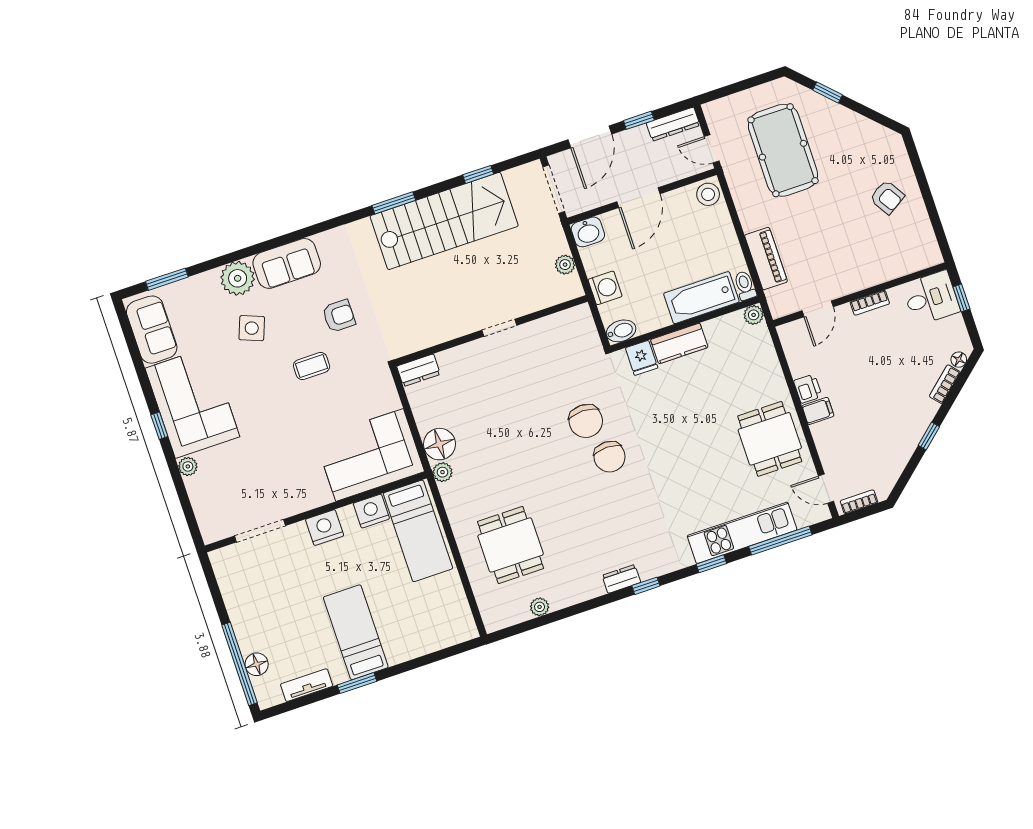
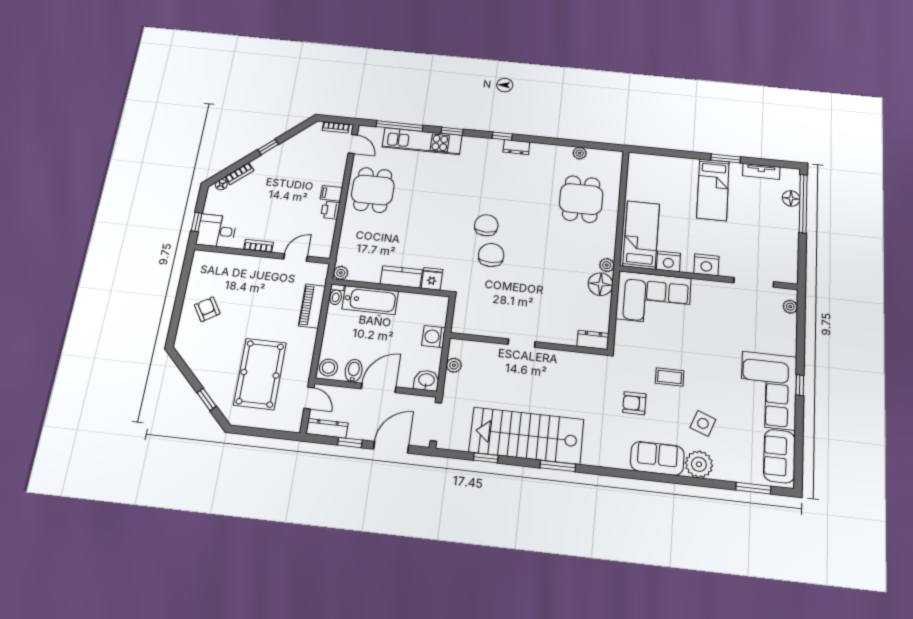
bidet: (621, 331) -> (354, 371), moved, turned 90
plant: (188, 466) -> (790, 307), moved

